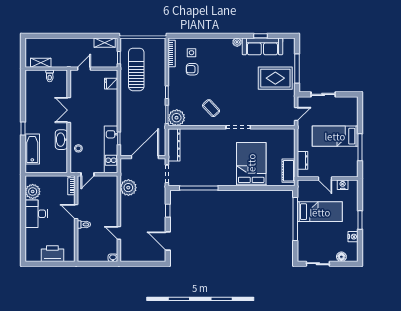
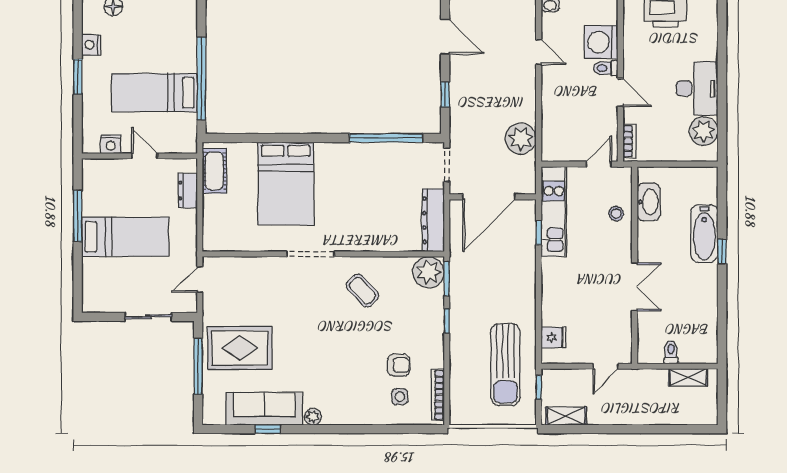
washbasin: (61, 140) -> (649, 202), moved
bathtub: (32, 149) -> (704, 234), moved
washing machine: (86, 238) -> (601, 42), added

